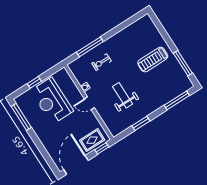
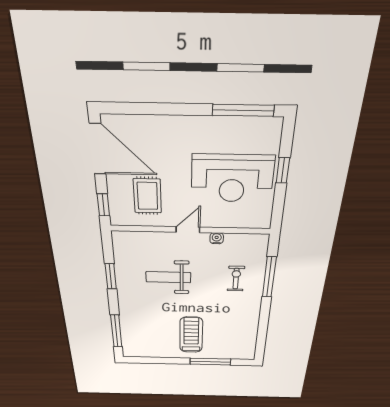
window: (183, 63) -> (210, 362), moved
weight bench: (123, 95) -> (168, 277), turned 180
reception desk: (52, 101) -> (232, 179), turned 180
rug: (92, 140) -> (147, 196), moved

